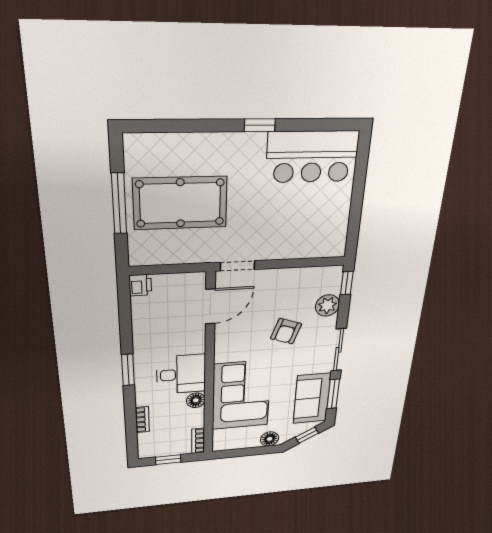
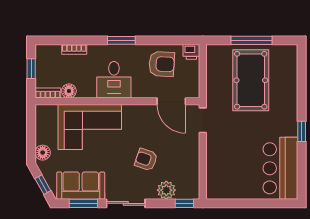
armchair: (159, 321) -> (162, 64), added
floor lamp: (196, 400) -> (69, 91), moved

